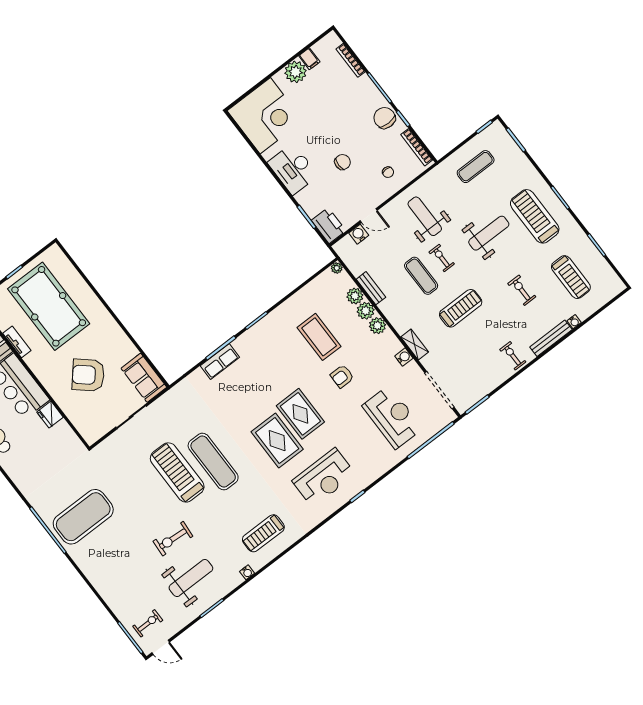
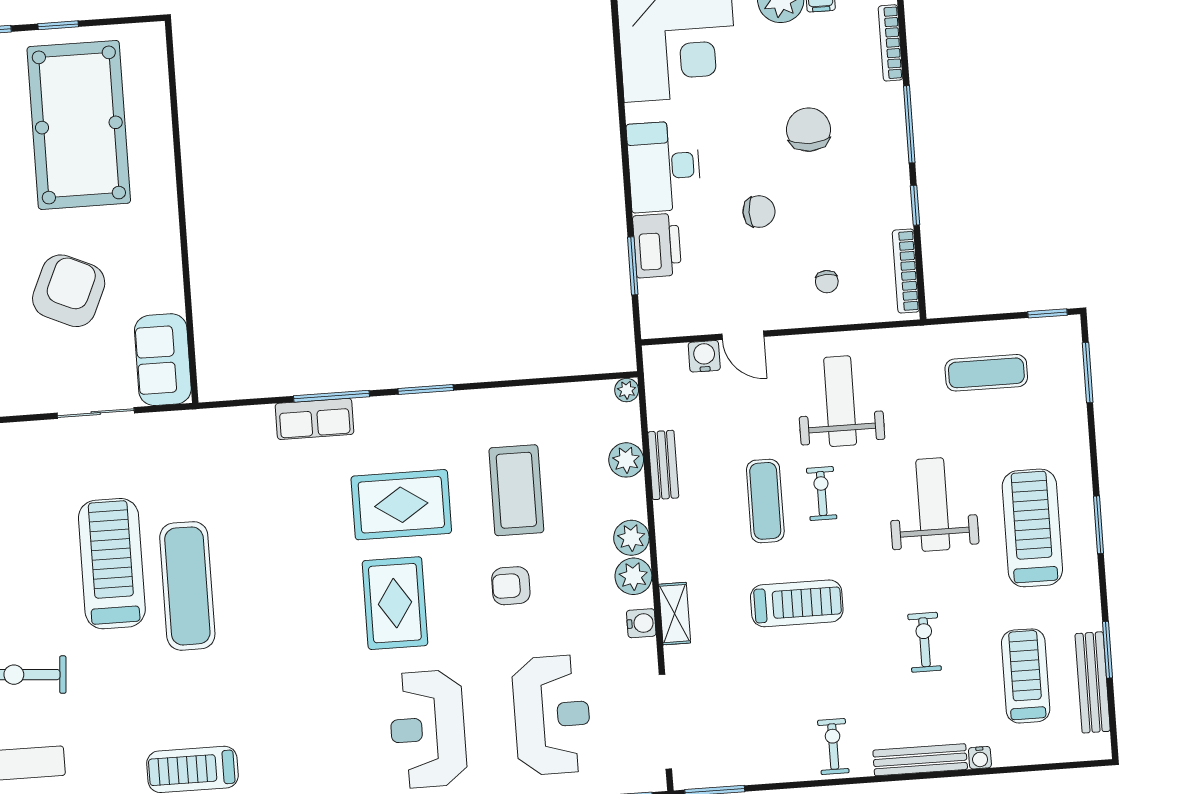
chair: (385, 118) -> (809, 130), moved
printer: (329, 226) -> (657, 245), moved
weight bench: (489, 233) -> (933, 505), turned -90
bench: (599, 262) -> (1093, 682), added
treadmill: (571, 277) -> (1026, 676), turned 180
plant: (366, 311) -> (633, 576), moved
armchair: (88, 375) -> (69, 291), turned 73
rug: (277, 441) -> (401, 505), moved, turned 90
reception desk: (324, 478) -> (428, 729), moved, turned 90

